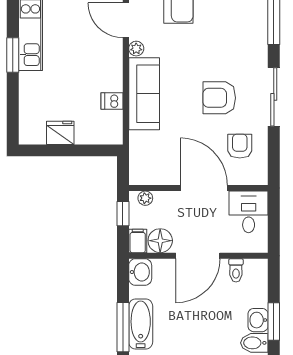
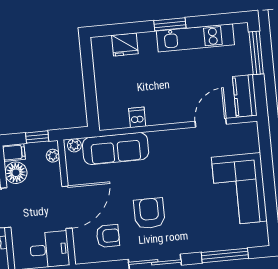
plant: (136, 49) -> (74, 145), moved
sofa: (144, 94) -> (116, 149), moved
fridge: (60, 133) -> (125, 44), moved, turned 90

